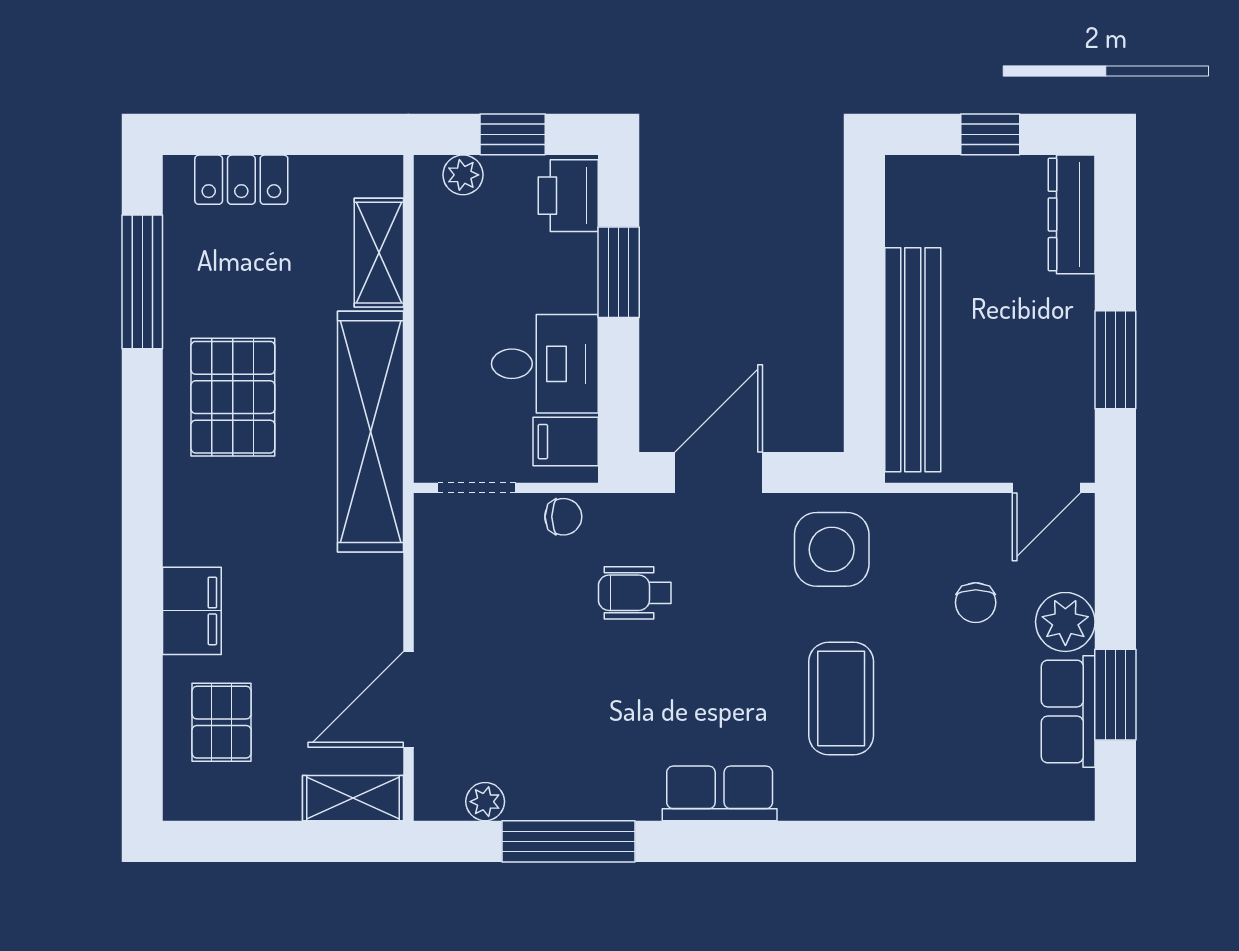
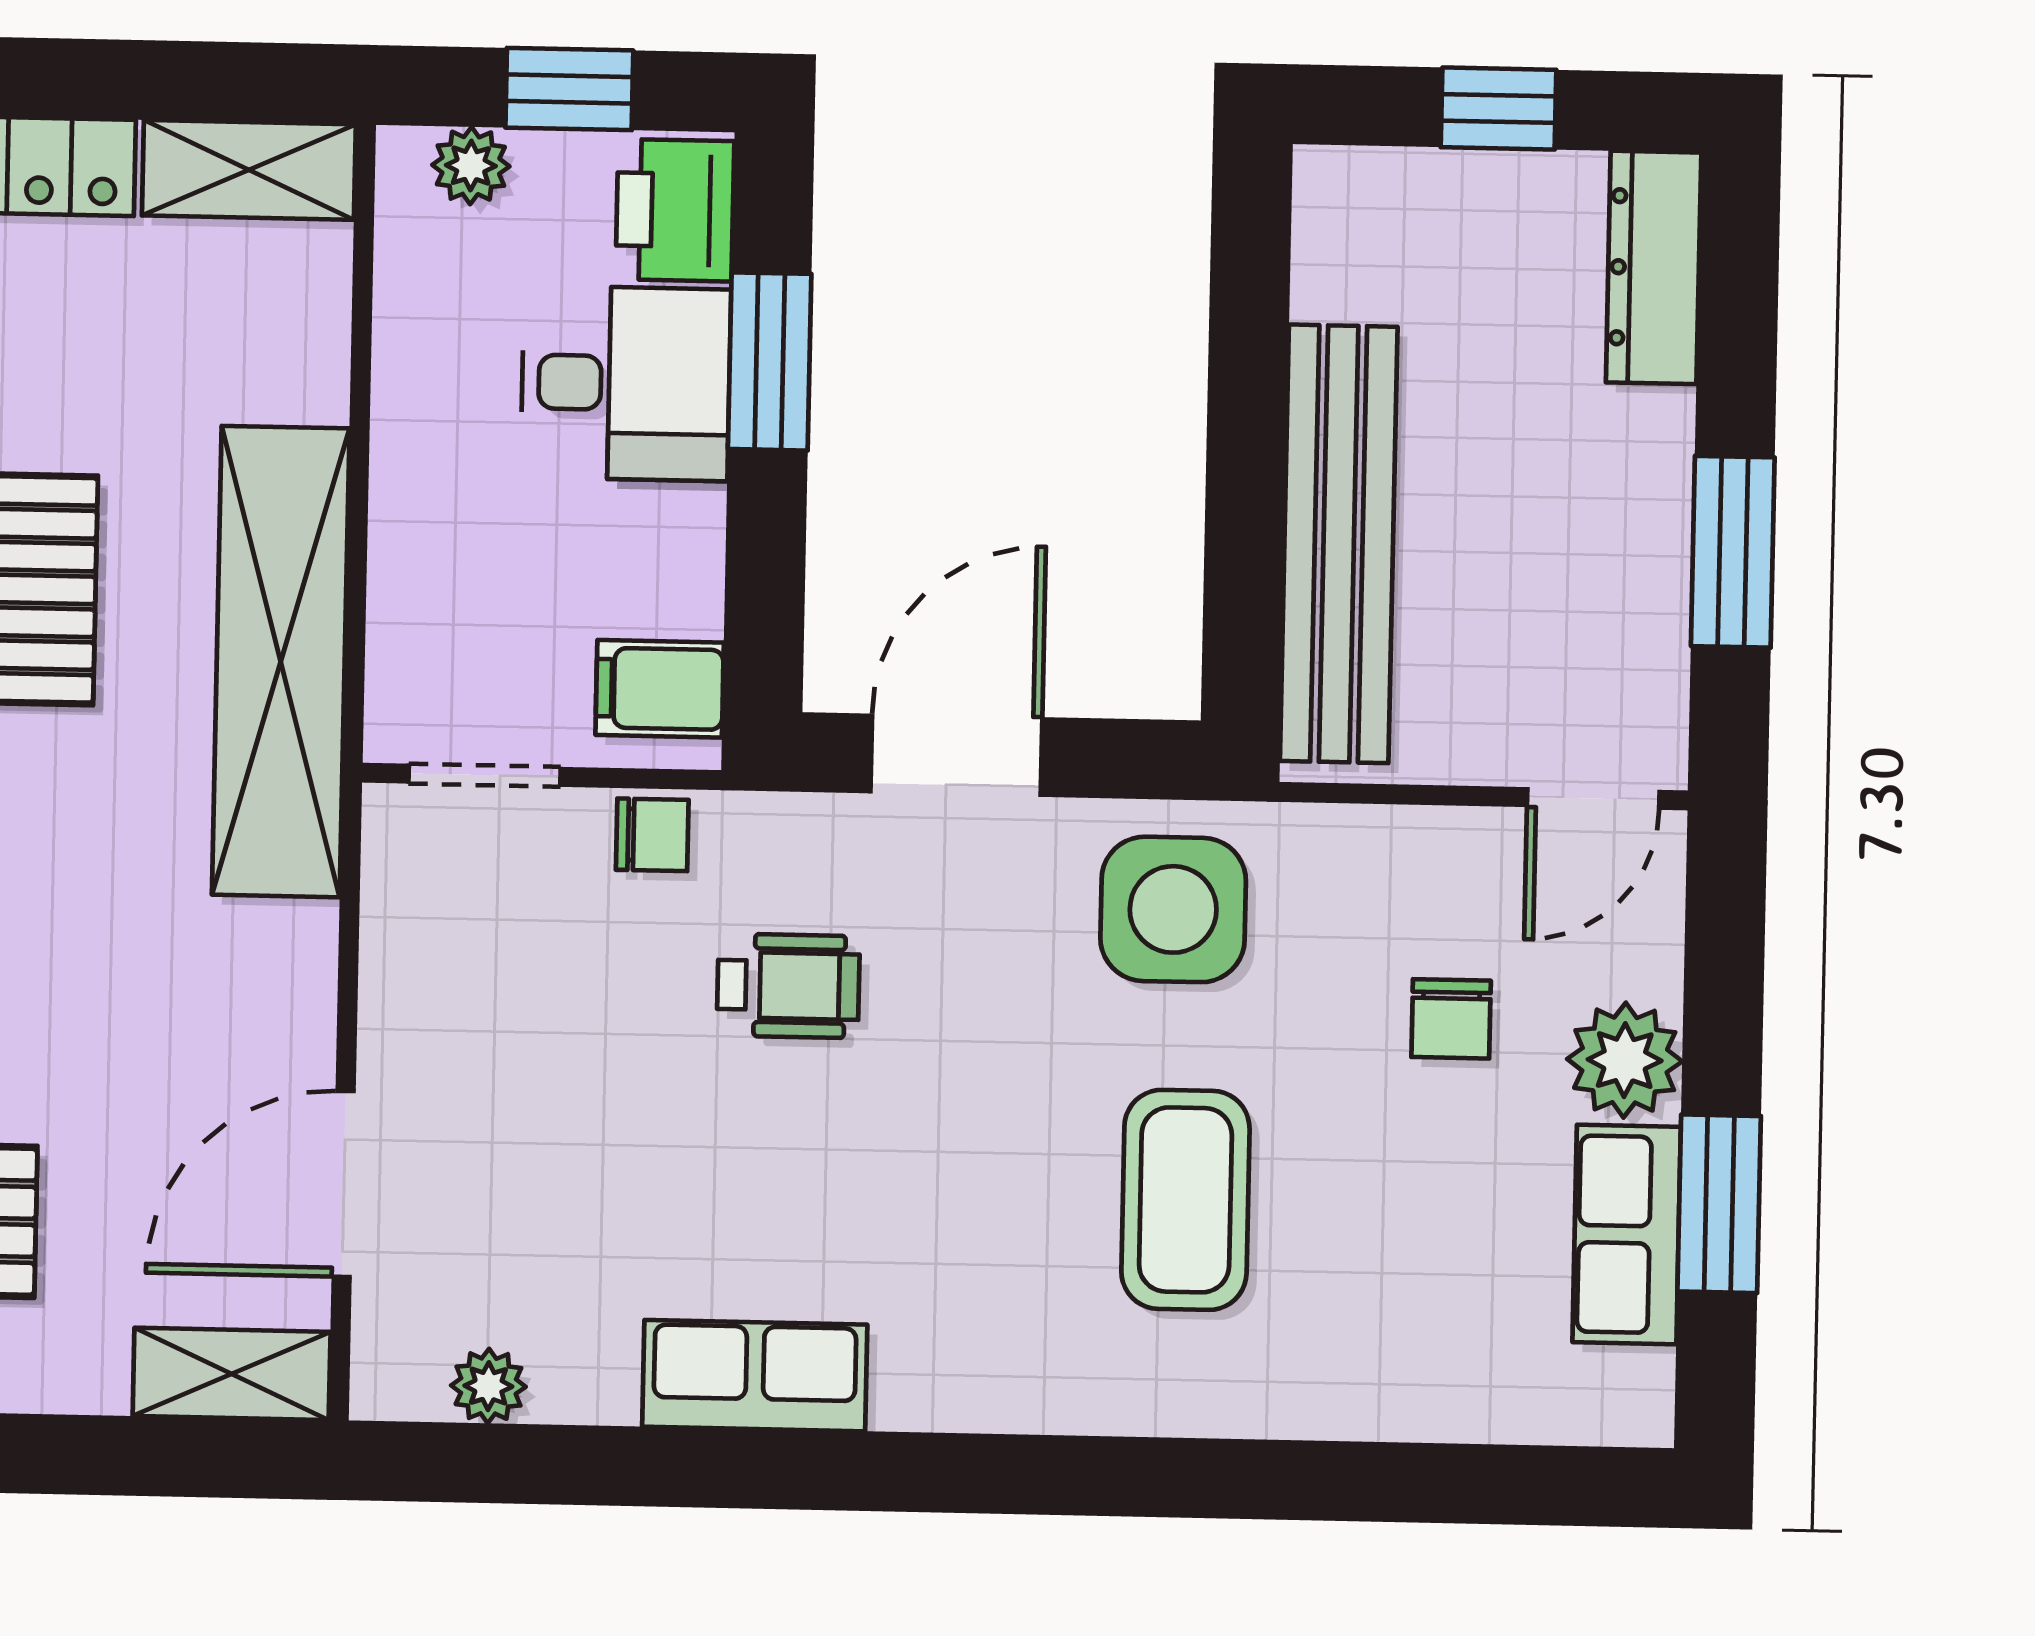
shelving: (379, 253) -> (249, 170), moved, turned 90
desk: (545, 364) -> (626, 383), moved
wheelchair: (635, 593) -> (788, 986), turned 180
row of seats: (720, 793) -> (755, 1376), moved
window: (568, 841) -> (649, 1467), removed

